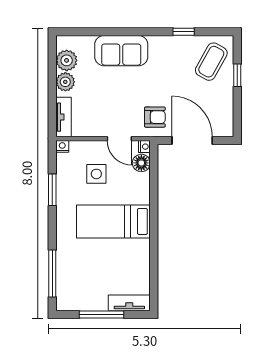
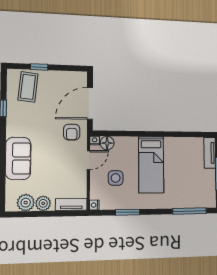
coffee table: (211, 62) -> (28, 87), turned 67
armchair: (155, 117) -> (72, 132), turned 180

